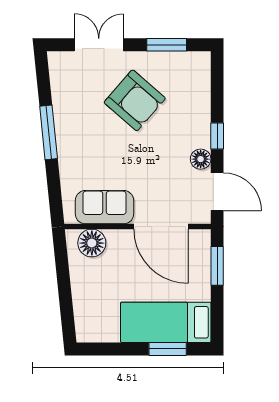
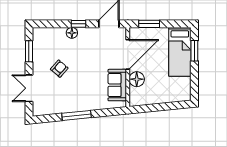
armchair: (135, 100) -> (59, 69), width x0.53, depth x0.53
floor lamp: (201, 159) -> (72, 33), moved
floor lamp: (92, 243) -> (137, 79), moved

